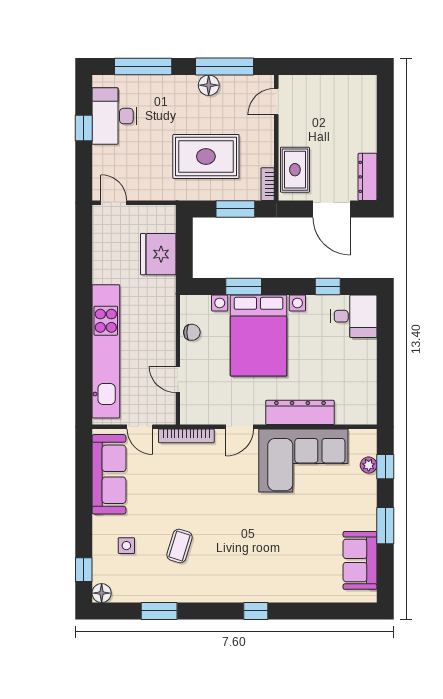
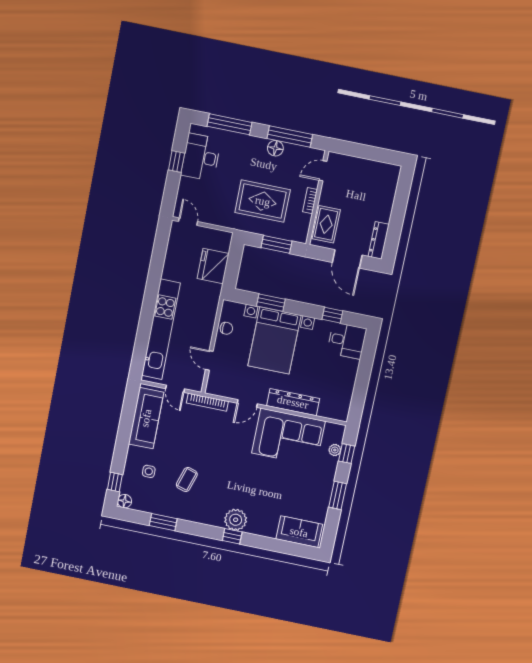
bookcase: (268, 184) -> (310, 201), moved
sofa: (360, 560) -> (299, 532), moved, turned 90
plant: (256, 587) -> (236, 520), added

